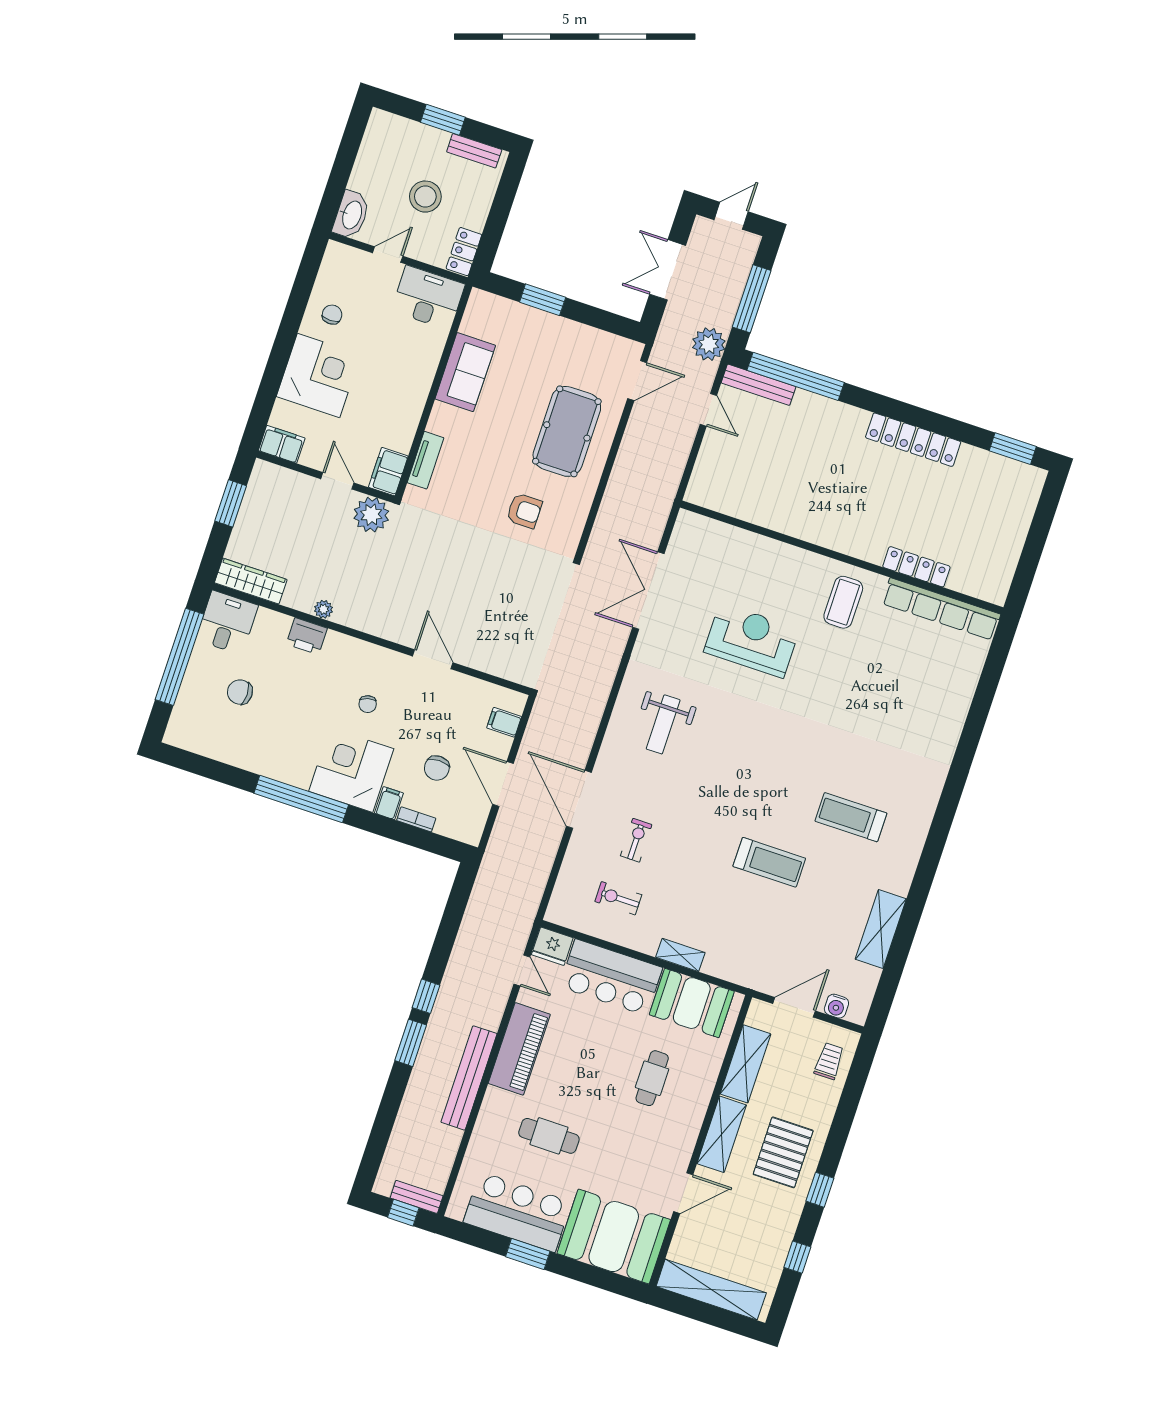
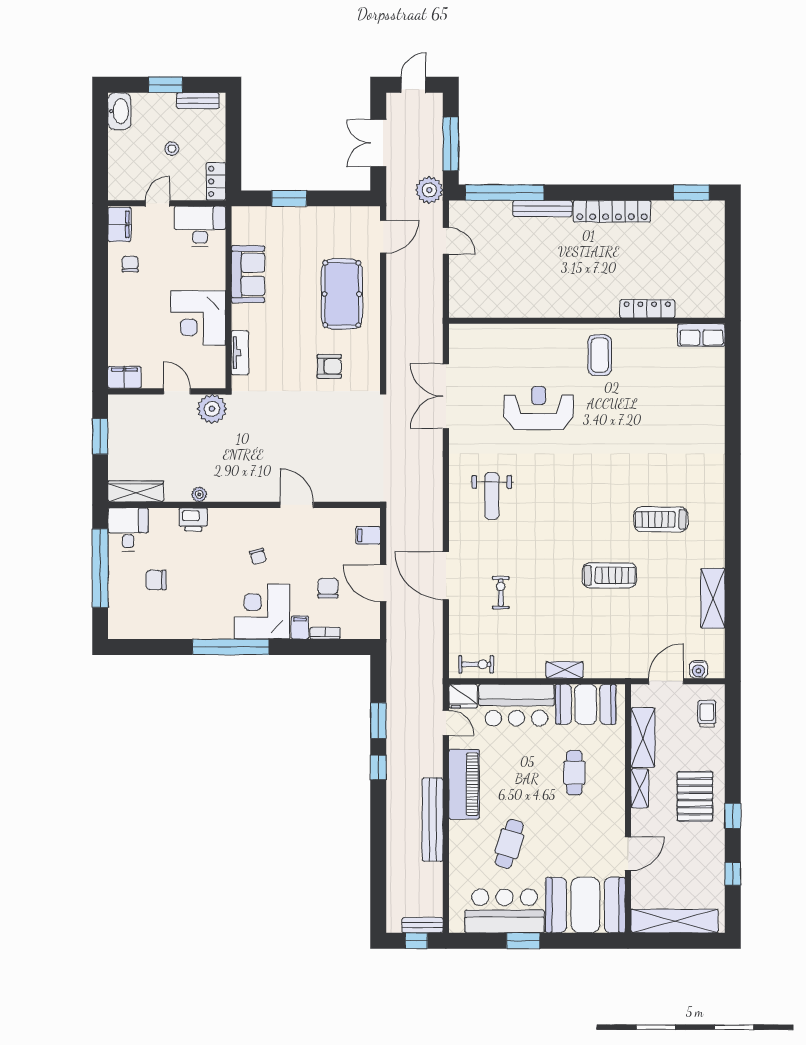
stool: (425, 197) -> (172, 149), width x0.53, depth x0.53
washbasin: (351, 215) -> (119, 111), moved
corner desk: (319, 375) -> (198, 318), moved, turned 180
bench: (759, 385) -> (542, 209), moved
filing cabinet: (388, 472) -> (119, 224), moved, turned 180
row of seats: (941, 609) -> (701, 335), width x0.50
chair: (437, 768) -> (328, 588), turned 180
exercise bike: (618, 898) -> (476, 664), moved, turned 180
window: (411, 1043) -> (378, 721), moved
shelving: (722, 1134) -> (640, 788), width x0.67, depth x0.75
cafe table: (549, 1136) -> (509, 844), turned -73

